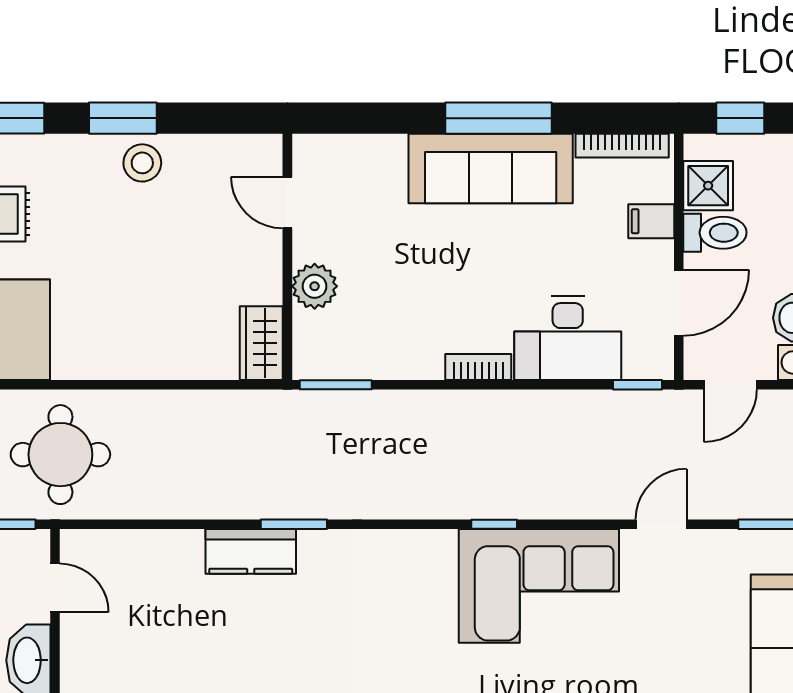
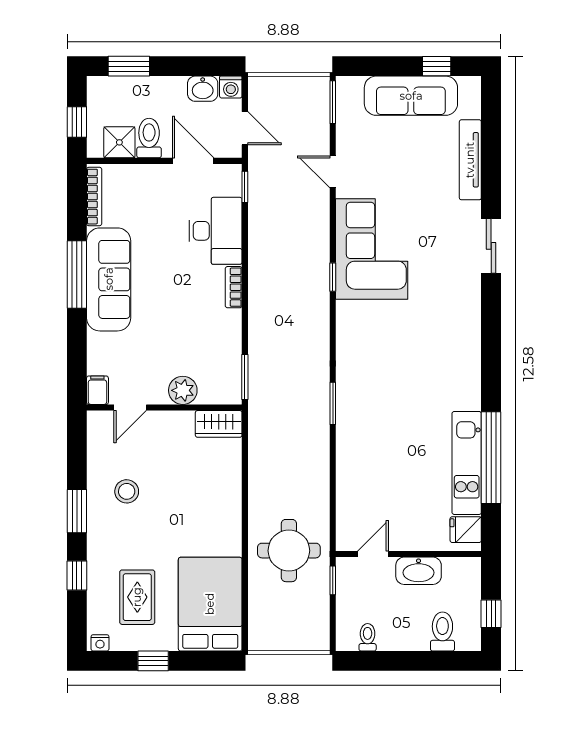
stool: (142, 163) -> (127, 491), moved
filing cabinet: (651, 221) -> (97, 390), moved, turned 180
kitchen counter: (251, 551) -> (350, 431), removed

